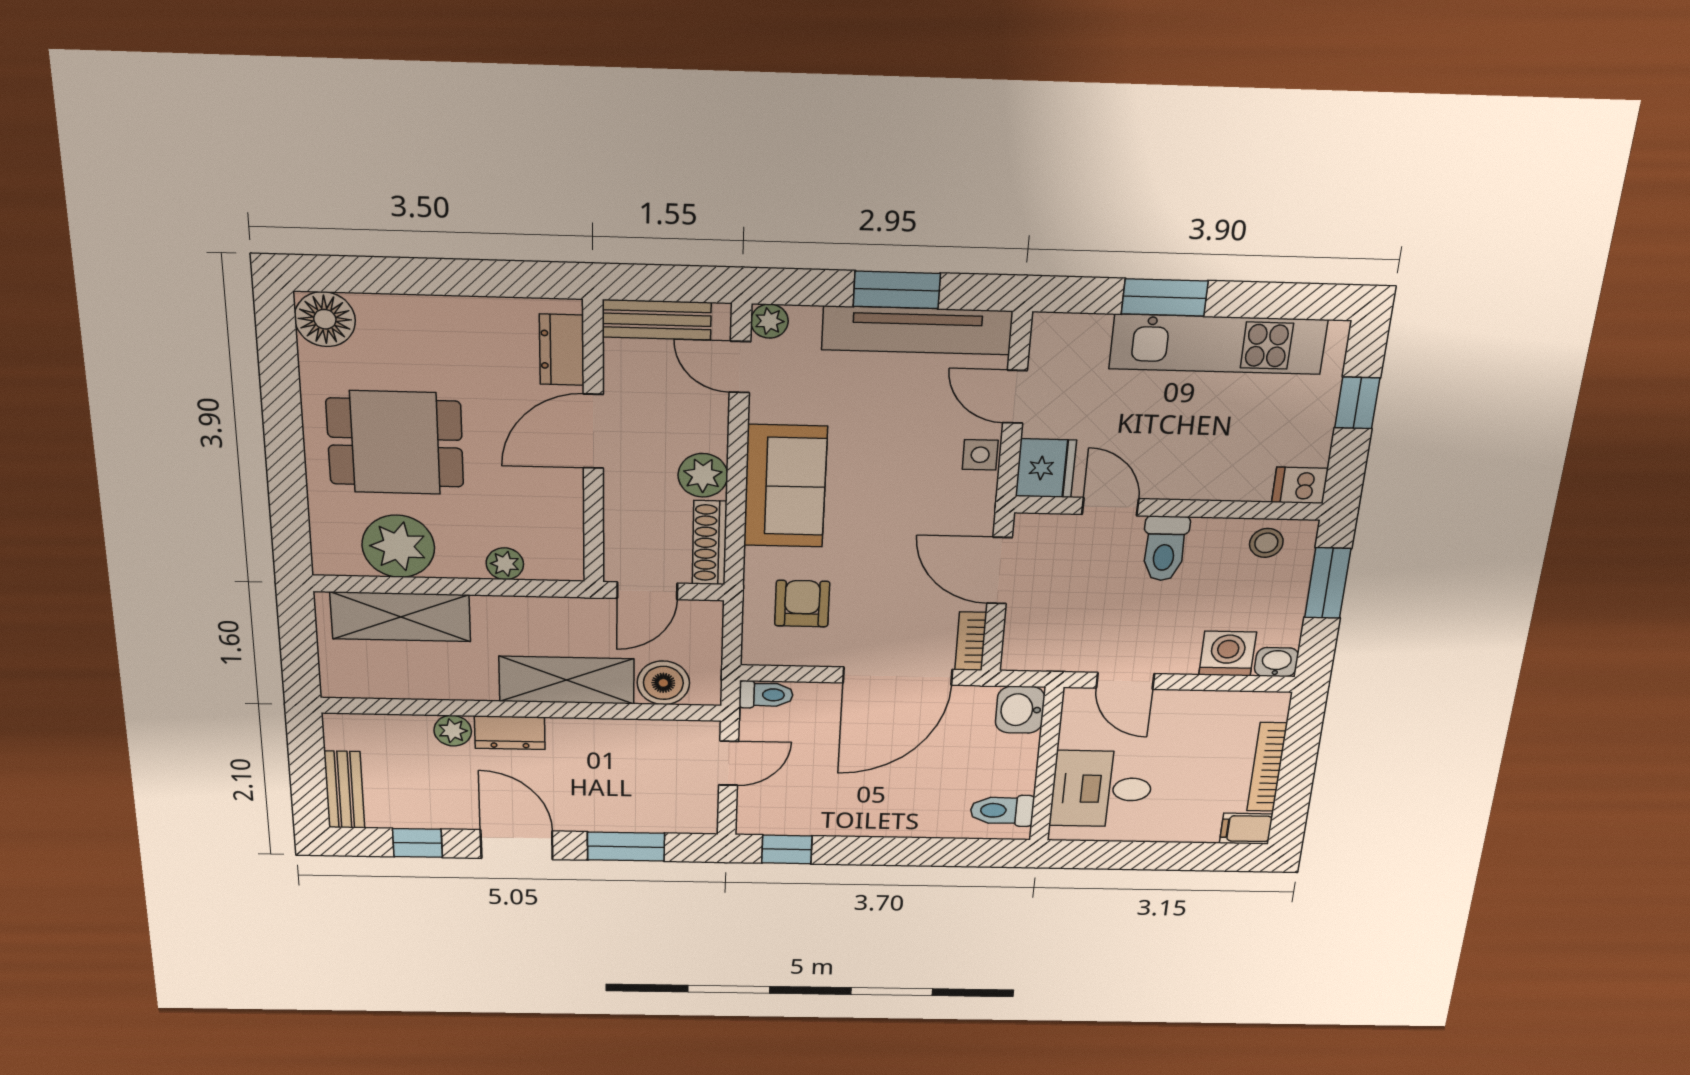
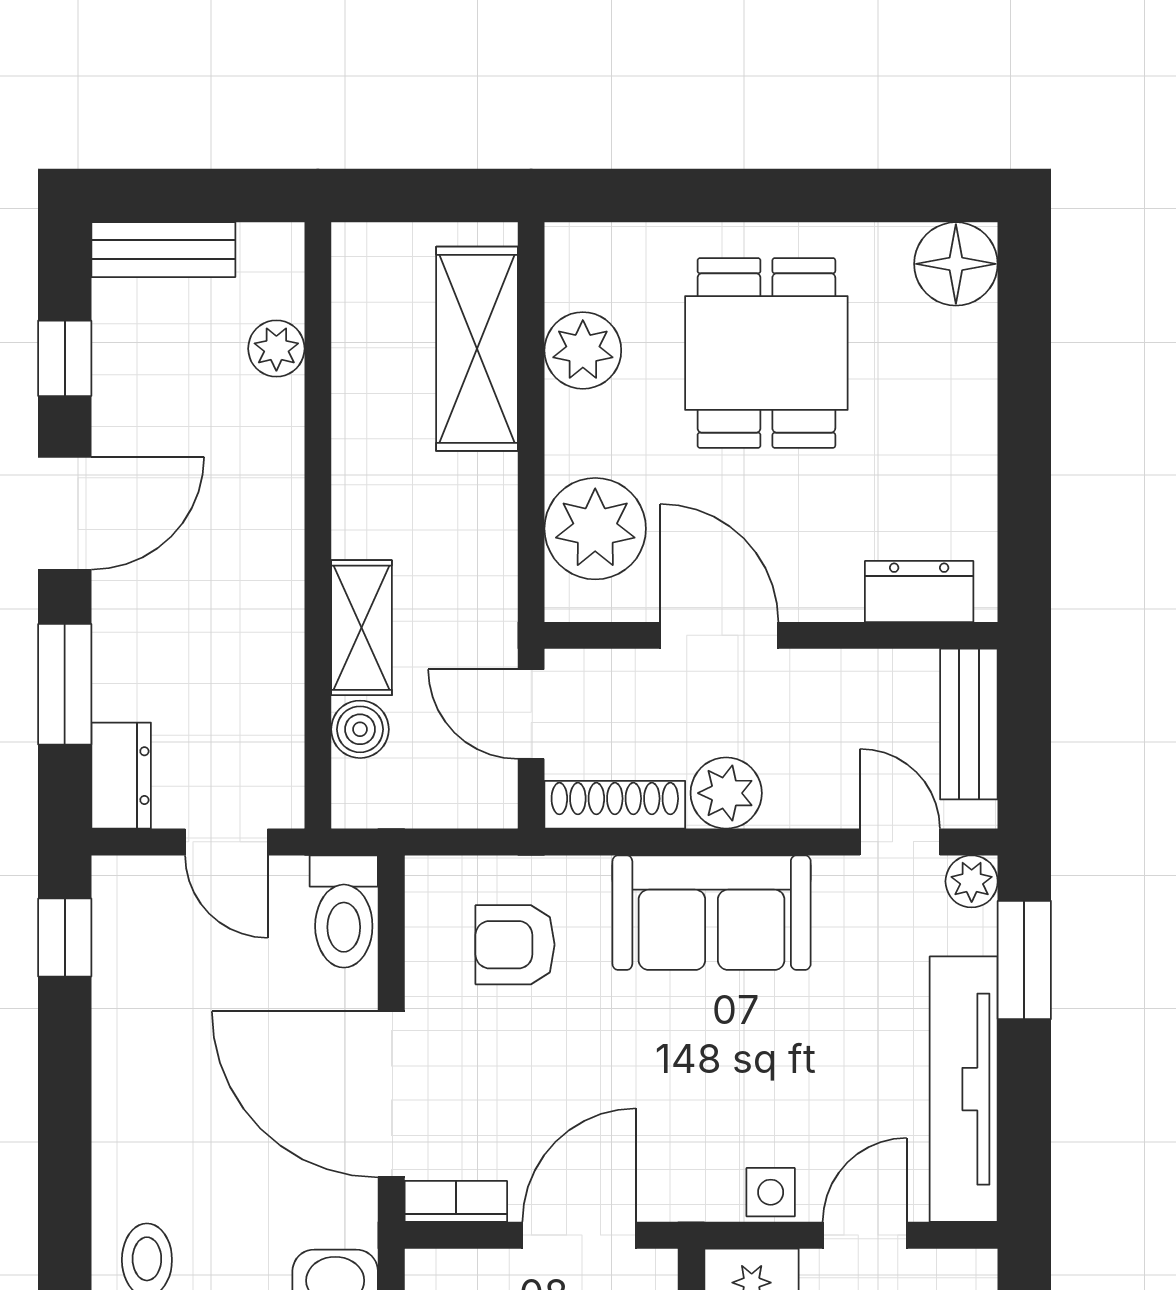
window: (897, 290) -> (1024, 960), moved
door: (740, 367) -> (900, 842), hinge flipped
door: (593, 431) -> (719, 635), moved
plant: (398, 546) -> (583, 350), width x0.73, depth x0.73
plant: (505, 564) -> (595, 529), width x1.88, depth x1.88
armchair: (802, 604) -> (515, 945), turned 180
shelving: (567, 680) -> (362, 628), width x0.67, depth x0.75
boiler: (663, 683) -> (360, 729), width x0.73, depth x0.73
toilet: (766, 695) -> (344, 911), width x1.37, depth x1.39
plant: (453, 731) -> (276, 349), moved
dresser: (510, 733) -> (121, 776), moved, turned 180

